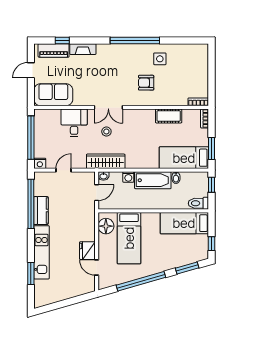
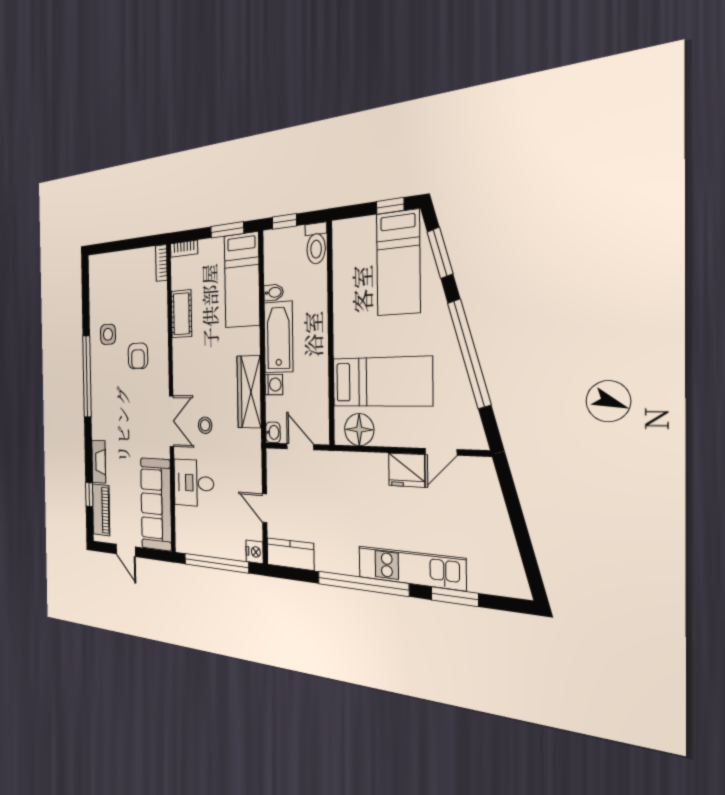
sofa: (53, 95) -> (156, 504), width x1.36
wardrobe: (106, 161) -> (249, 392), moved
window: (31, 204) -> (362, 584), moved
kitchen counter: (41, 211) -> (290, 554), moved
bed: (184, 223) -> (398, 263), moved

